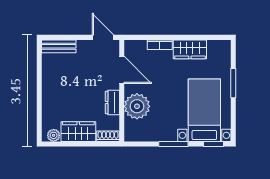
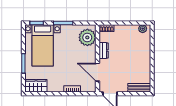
wardrobe: (190, 49) -> (36, 86), moved
plant: (137, 106) -> (87, 37), moved
wardrobe: (78, 132) -> (126, 31), removed

